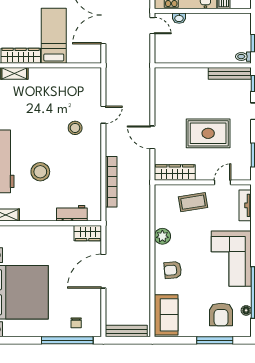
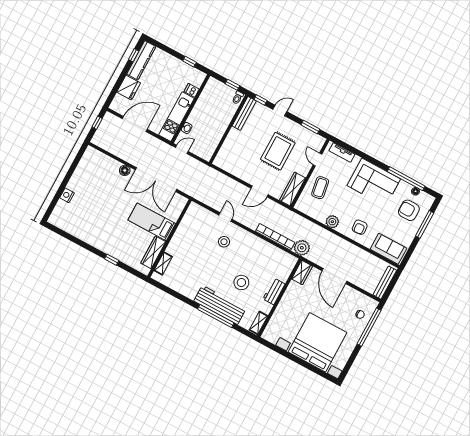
workbench: (72, 213) -> (274, 291), moved
plant: (115, 218) -> (302, 248), added
armchair: (221, 314) -> (409, 210), turned 180

